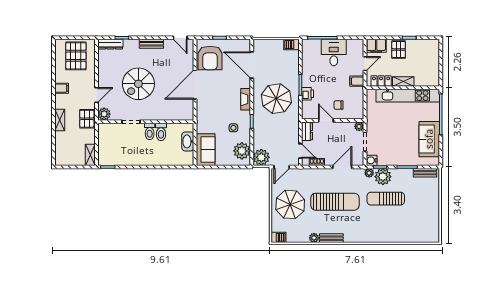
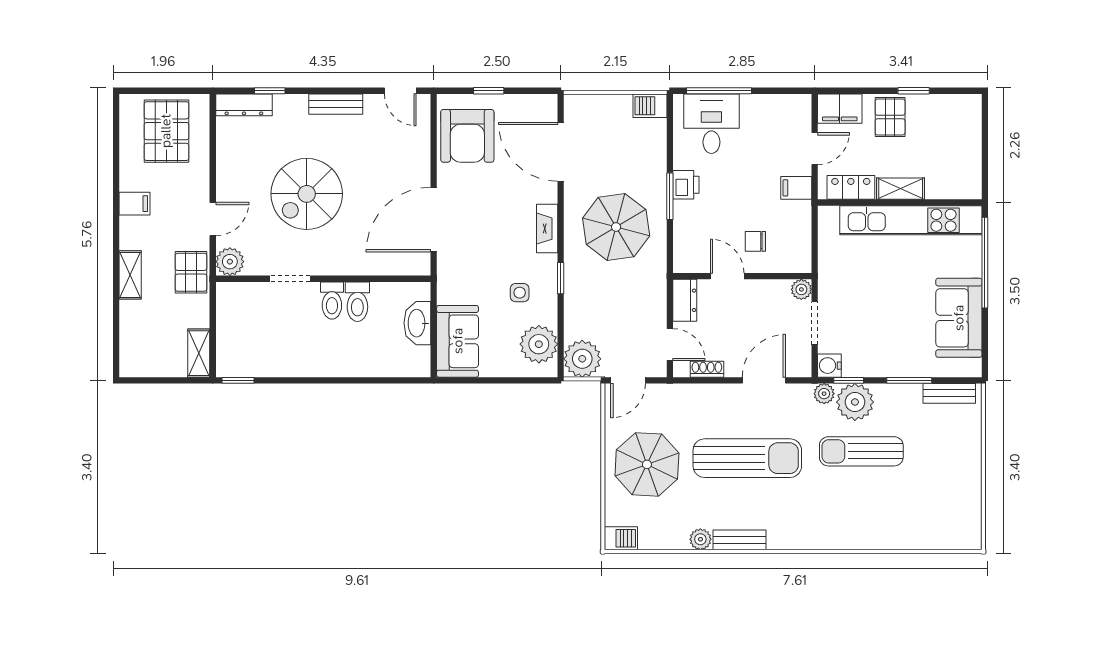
desk: (334, 53) -> (711, 124), moved
door: (195, 85) -> (434, 220), moved
printer: (308, 94) -> (686, 185), moved

